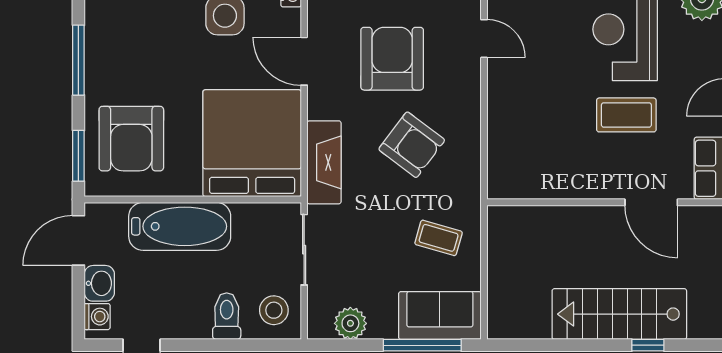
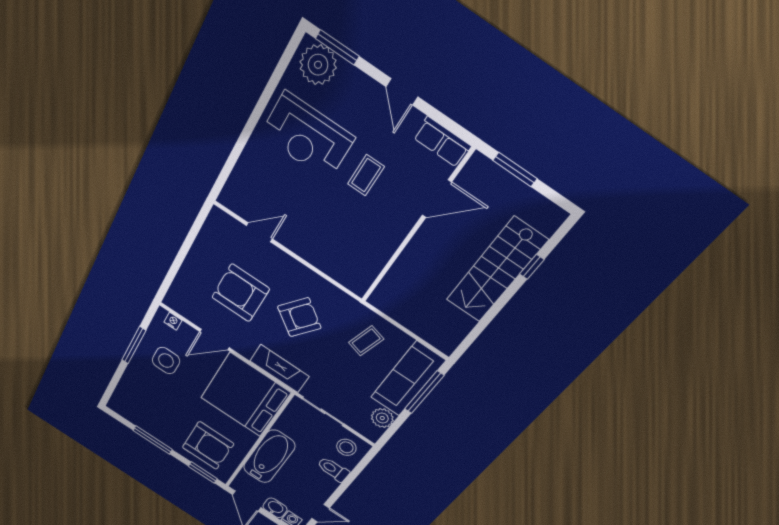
coffee table: (626, 115) -> (366, 175), width x0.73, depth x0.77
sofa: (440, 316) -> (408, 379), width x1.36

